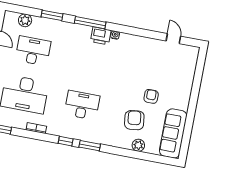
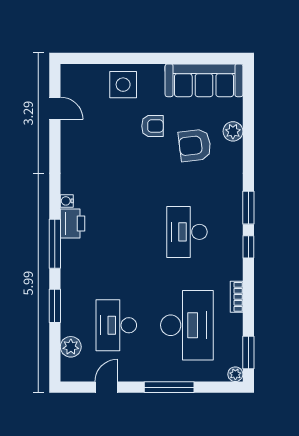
door: (173, 39) -> (55, 108), swing flipped
side table: (180, 83) -> (123, 85), added
armchair: (151, 96) -> (152, 126), turned 180

